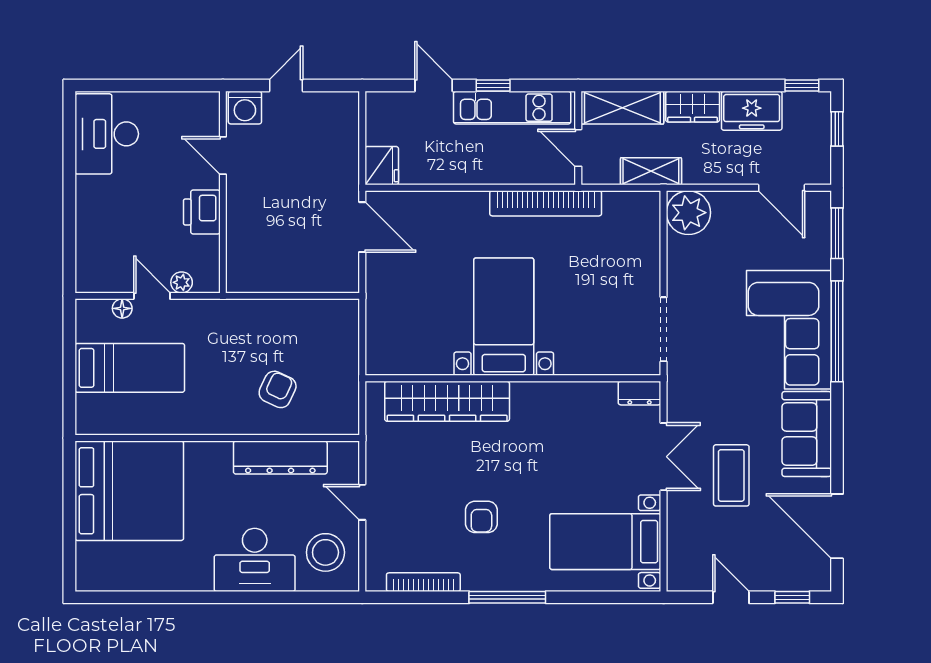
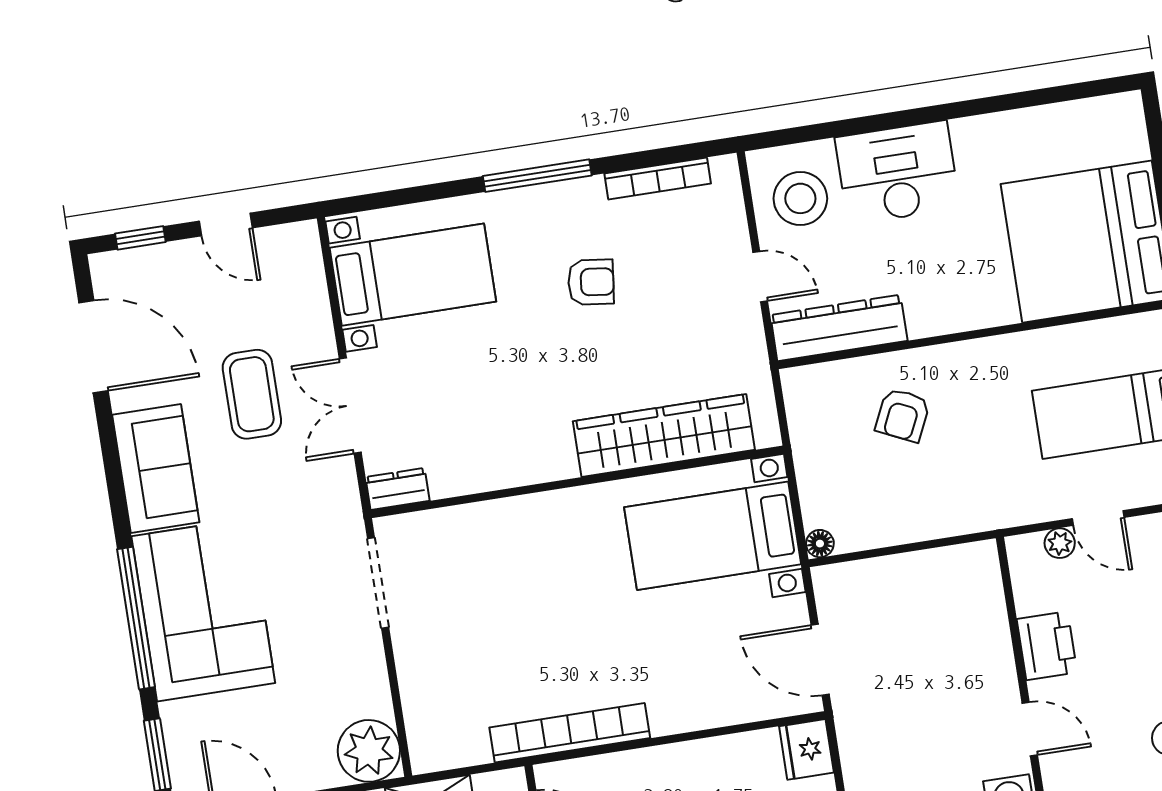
floor lamp: (122, 308) -> (820, 544), moved
bed with nightstands: (504, 317) -> (713, 536), moved, turned 90
dresser: (280, 458) -> (839, 328), moved
armchair: (481, 517) -> (591, 282), turned 97

